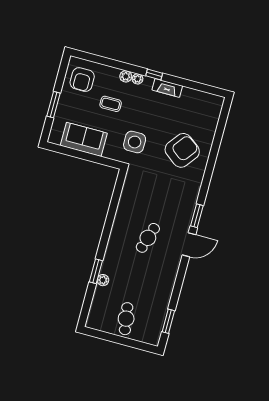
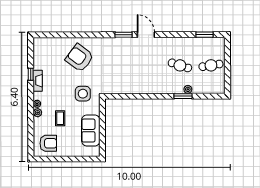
window: (154, 74) -> (31, 74), moved
window: (53, 105) -> (72, 159), removed
cafe table: (148, 238) -> (180, 65), moved

